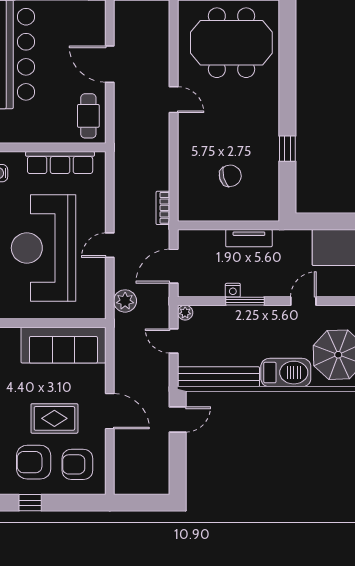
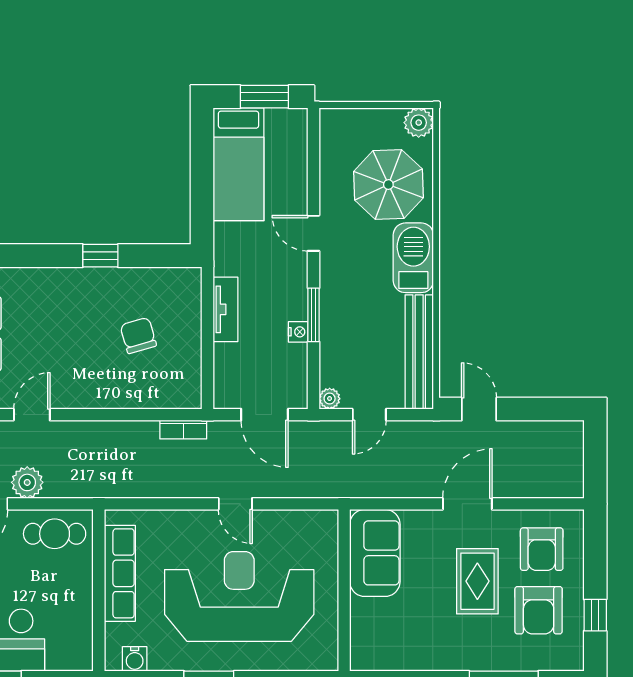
reception desk: (44, 248) -> (239, 596), turned 180
plant: (125, 301) -> (27, 482), moved
sofa: (63, 345) -> (375, 553), width x0.73

